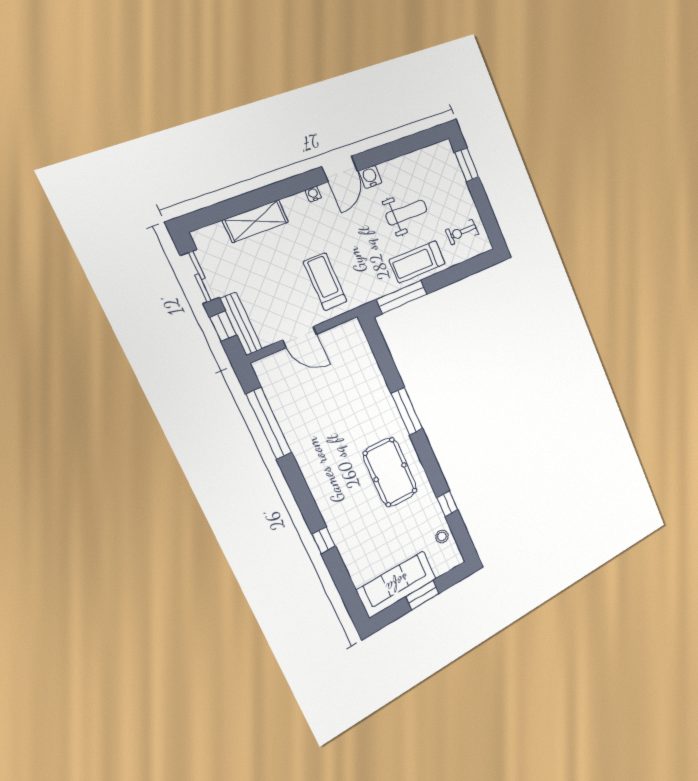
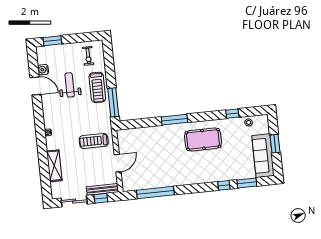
door: (340, 169) -> (36, 86), moved
water cooler: (370, 177) -> (43, 70), moved
window: (341, 578) -> (247, 183), added

